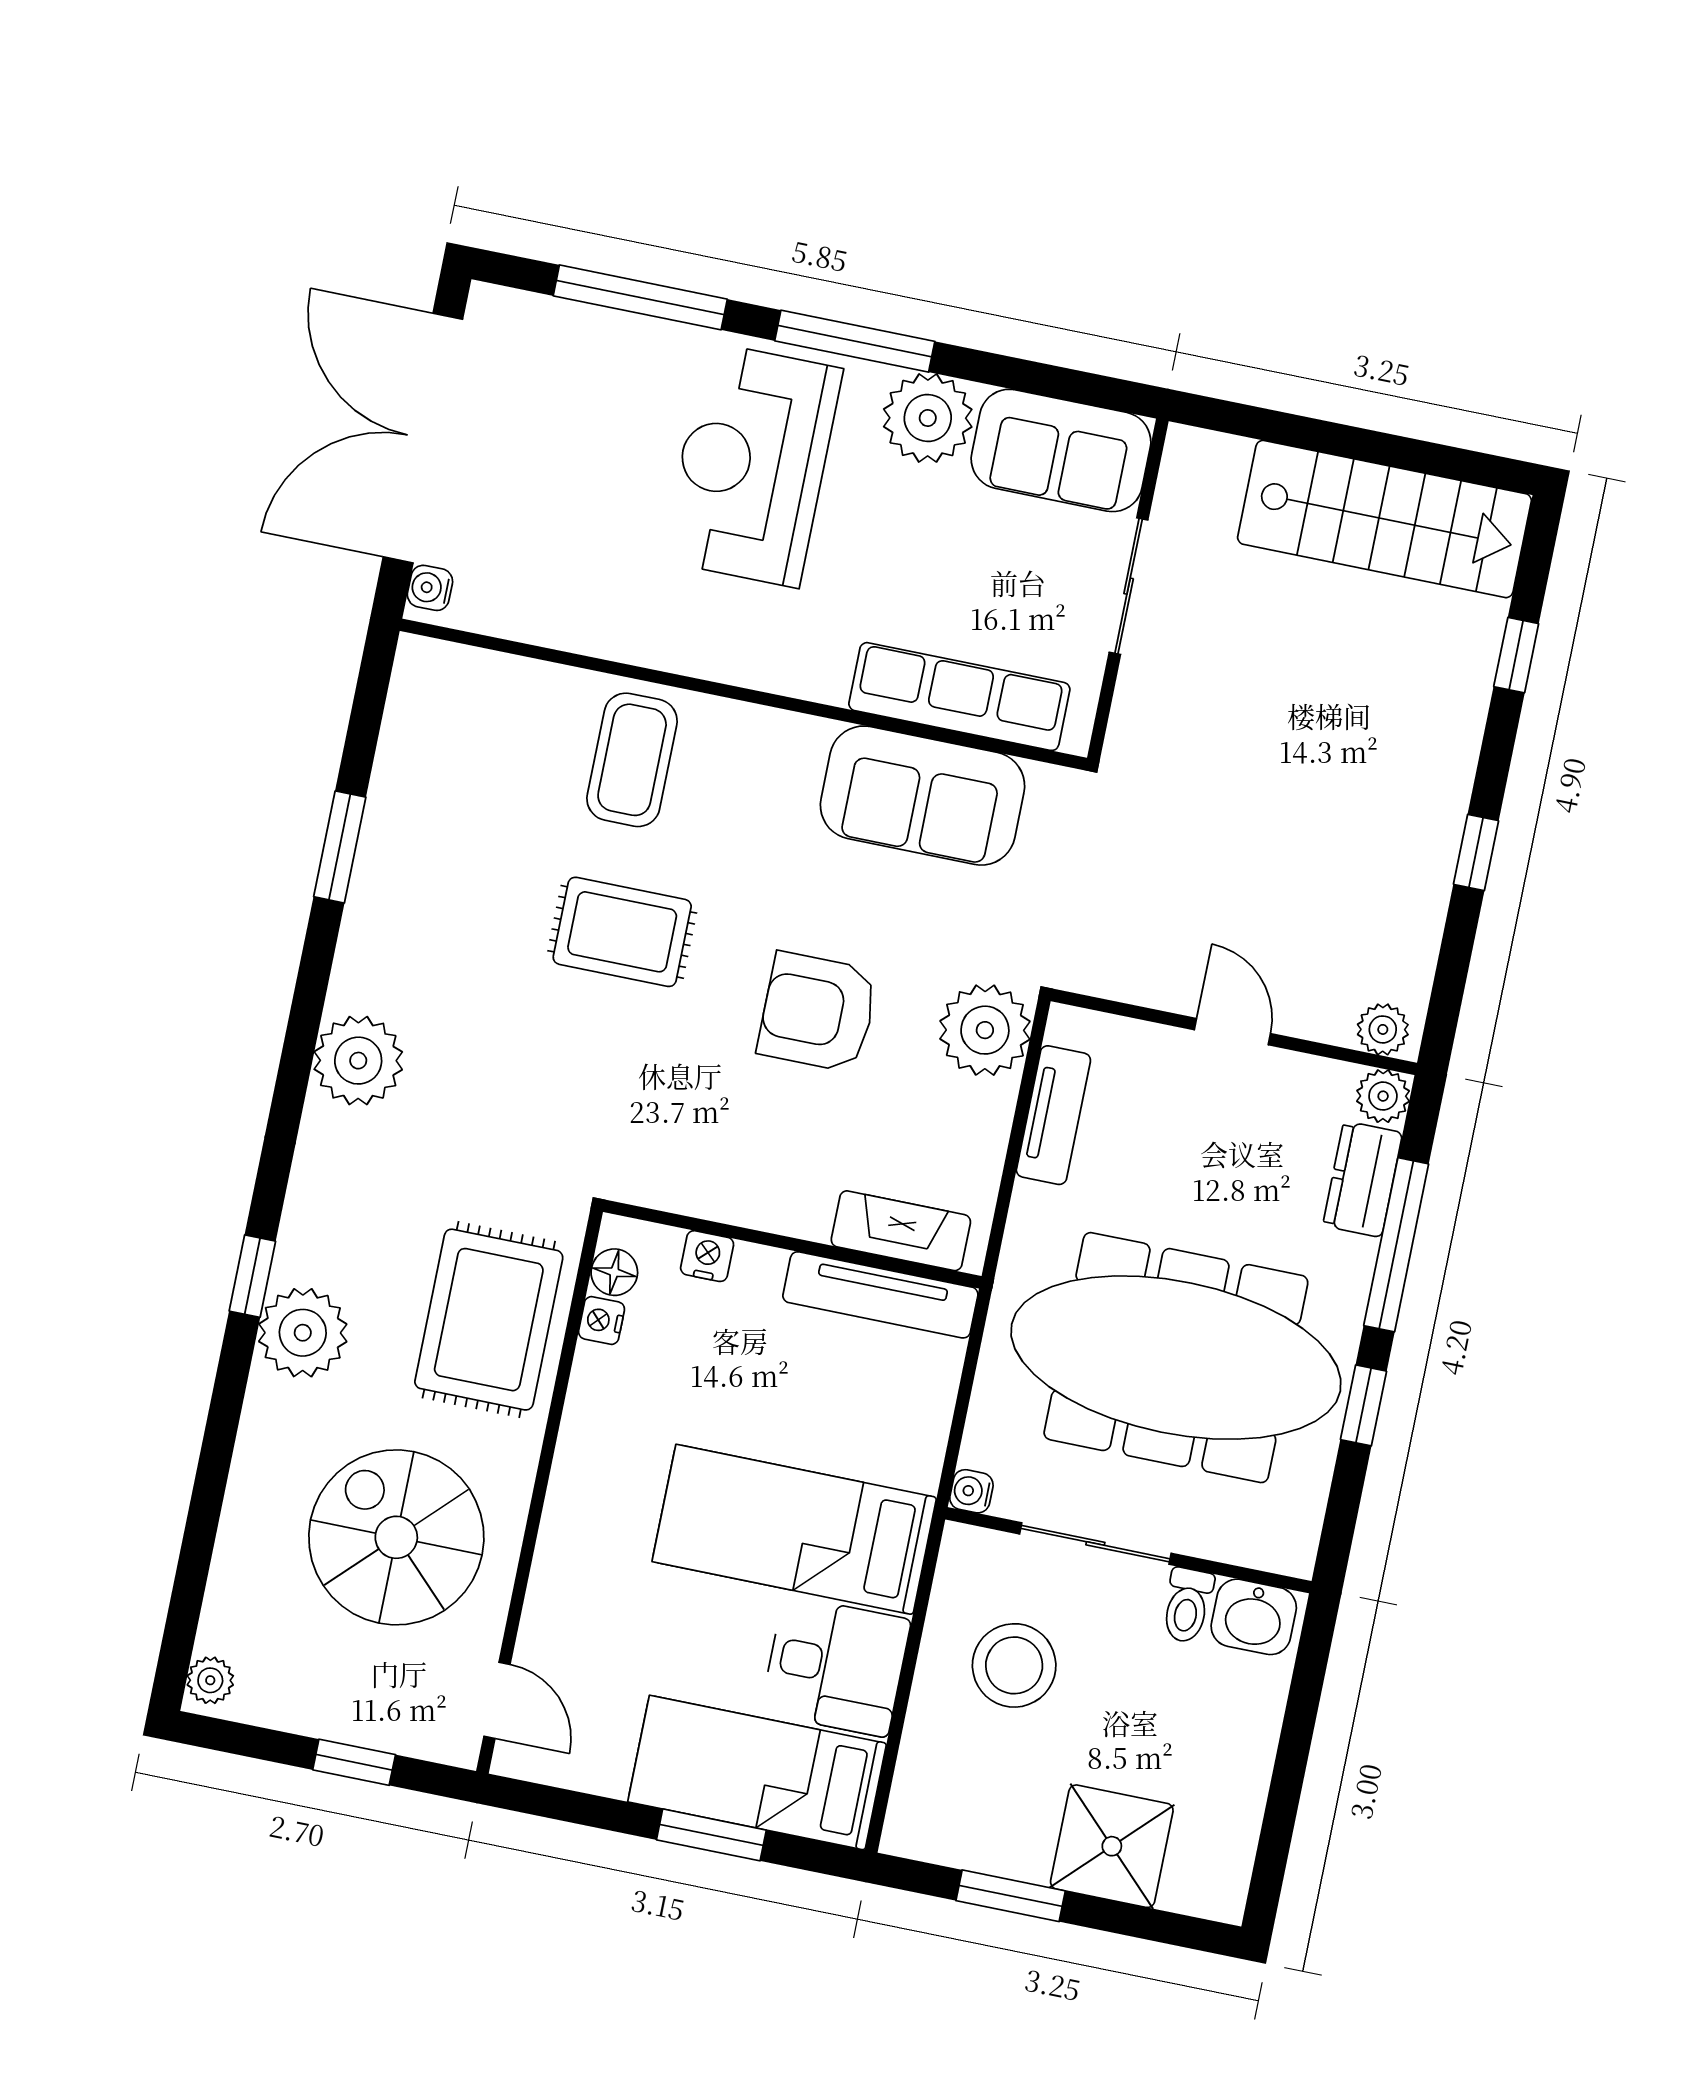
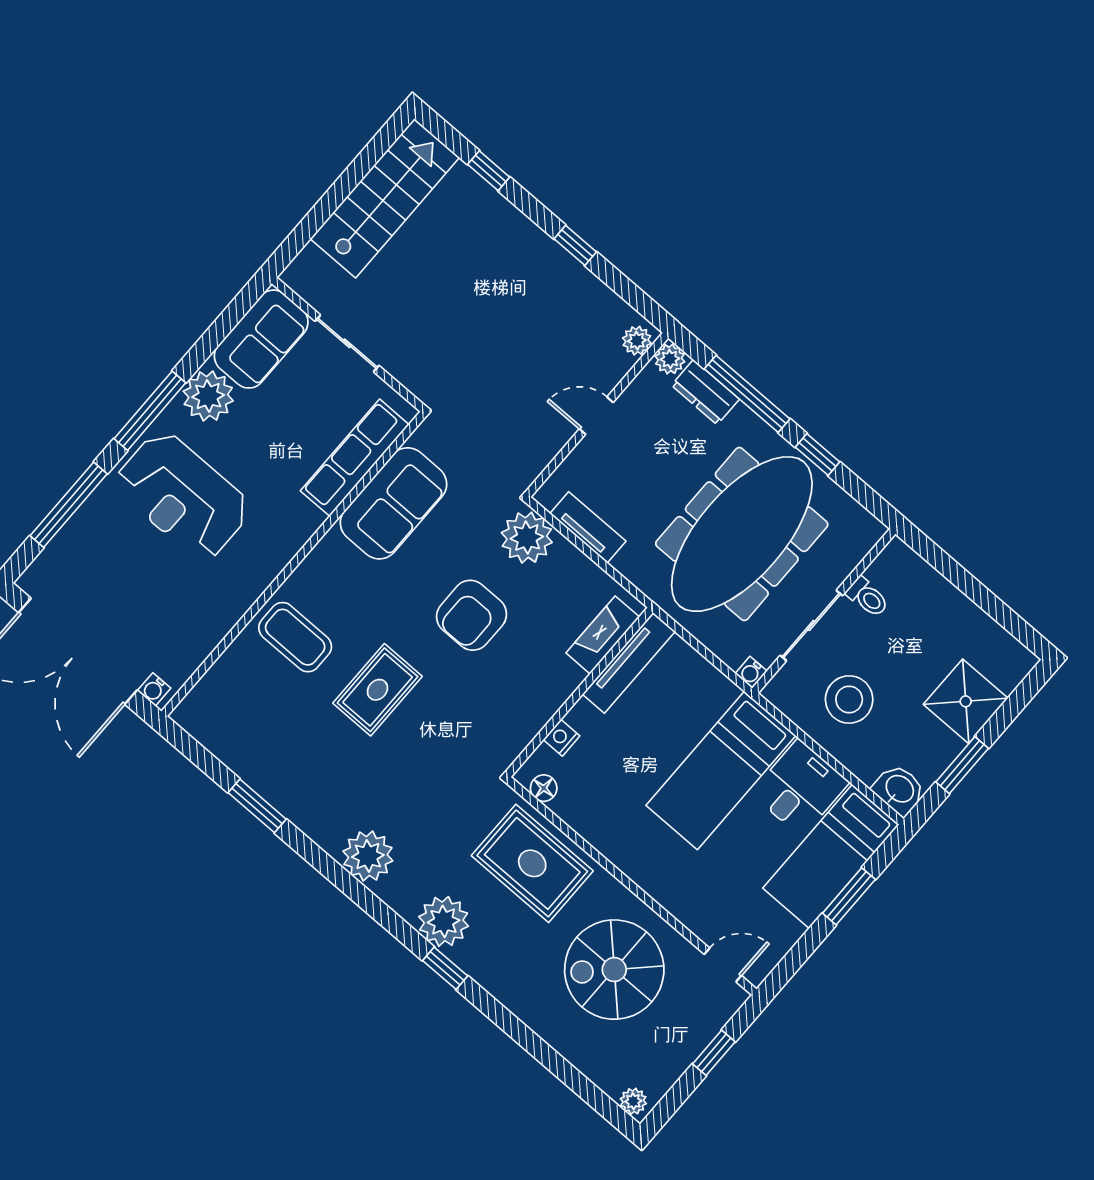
nightstand: (602, 1320) -> (564, 808), removed
plant: (303, 1333) -> (444, 921), moved
washbasin: (1254, 1617) -> (899, 790), moved, turned -90

